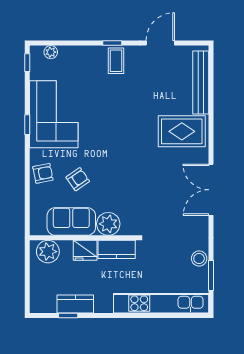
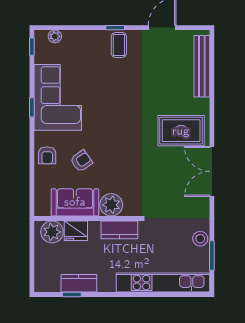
rug: (182, 131) -> (181, 131), moved
armchair: (43, 173) -> (47, 155), turned 101
fridge: (85, 250) -> (76, 231), moved

